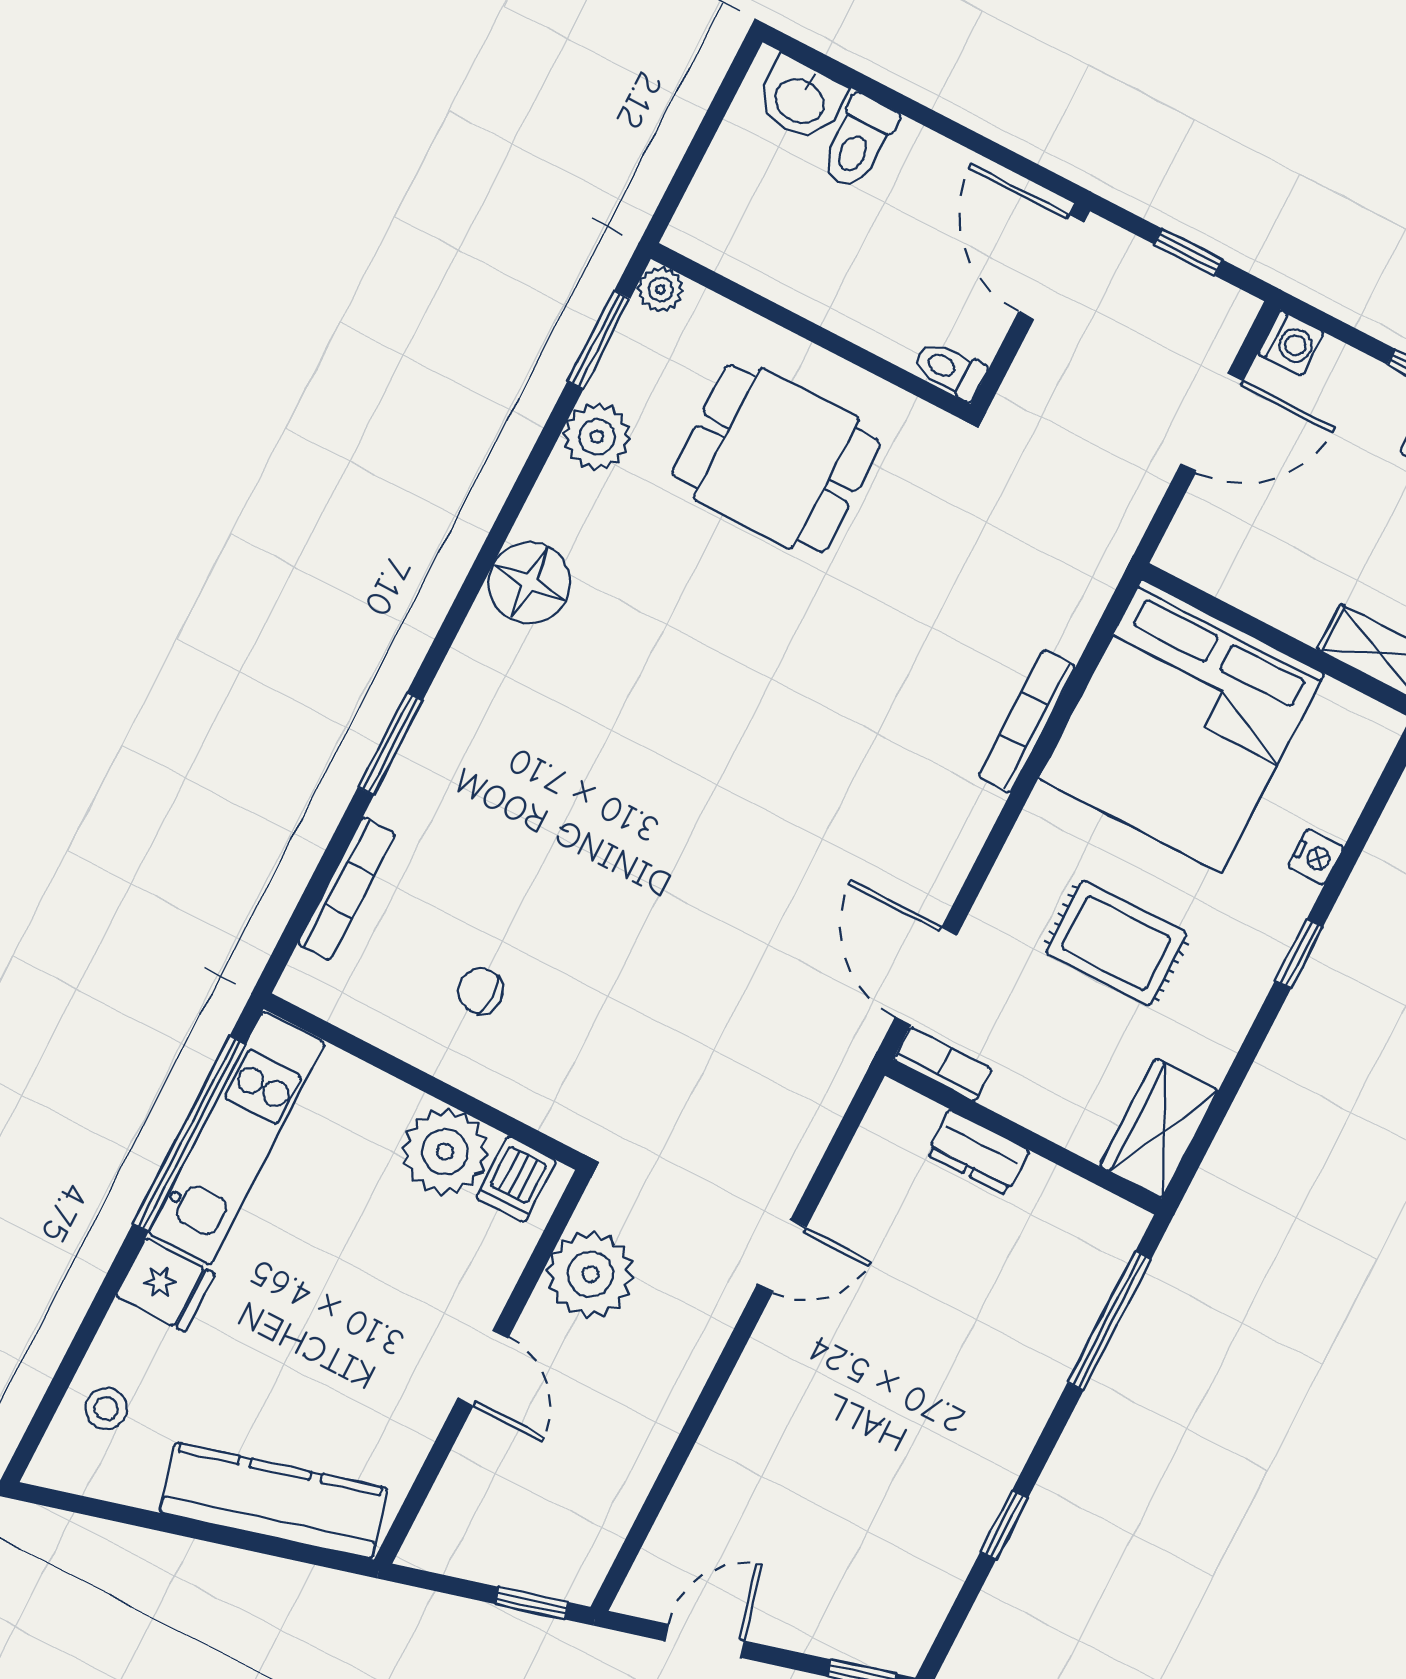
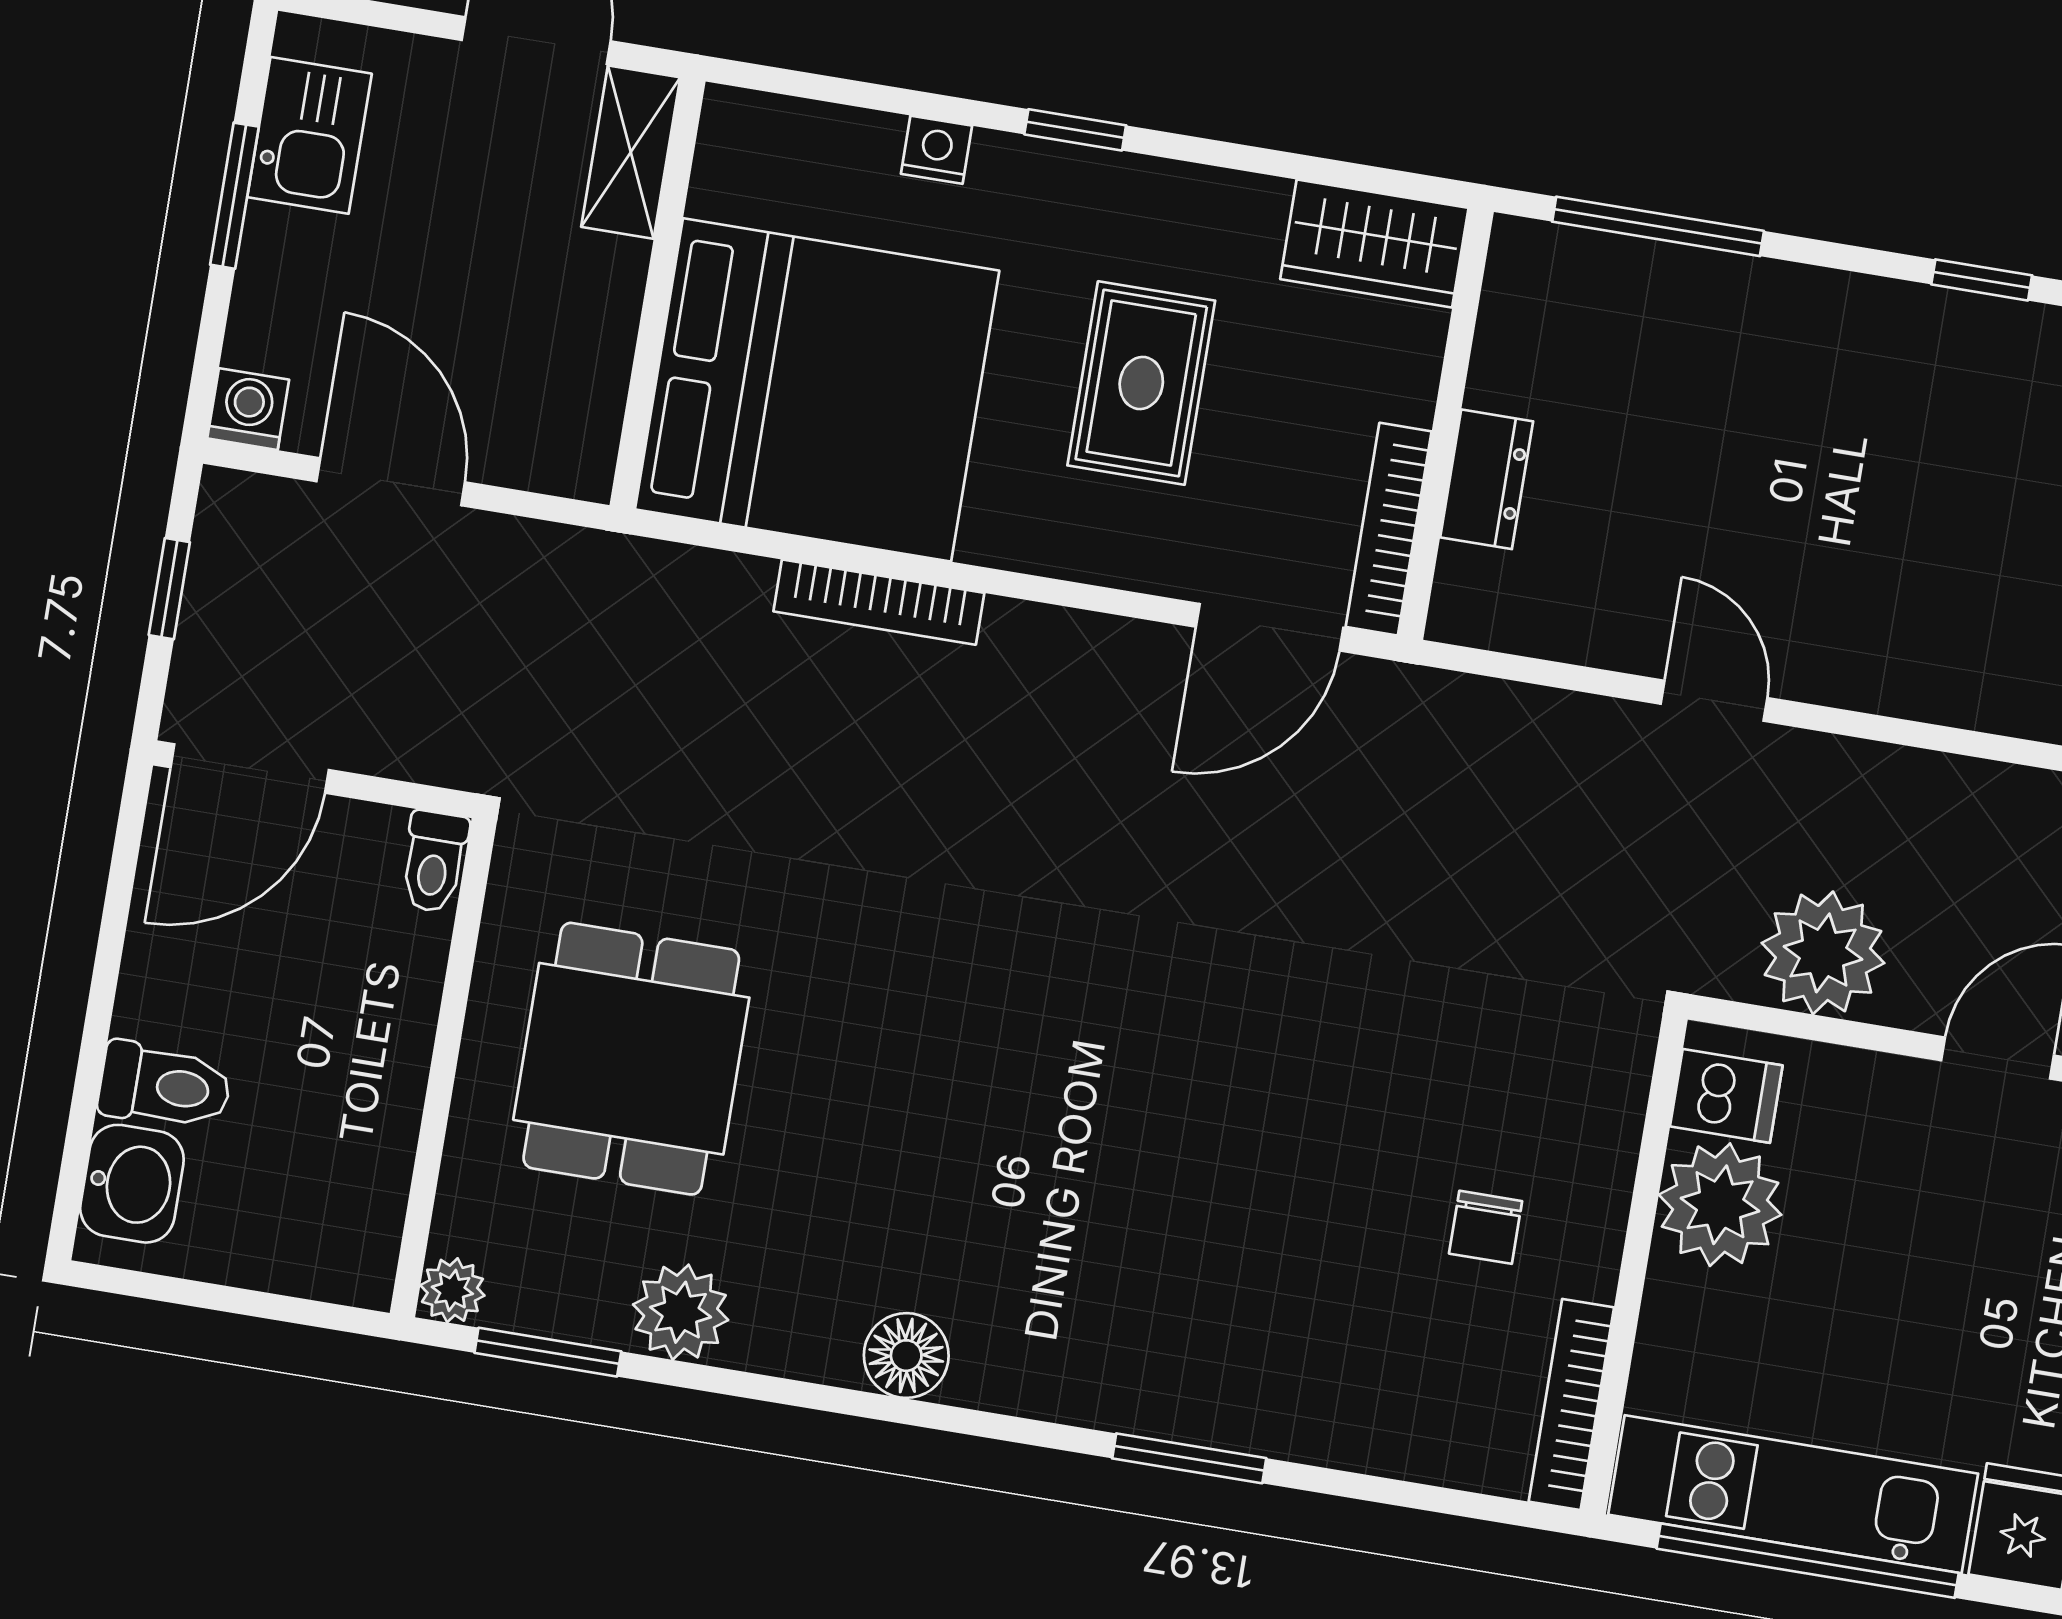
floor lamp: (529, 583) -> (906, 1356), width x0.73, depth x0.73
bookcase: (346, 888) -> (1571, 1404), moved, turned -90
bookcase: (943, 1064) -> (1389, 529), width x1.56

